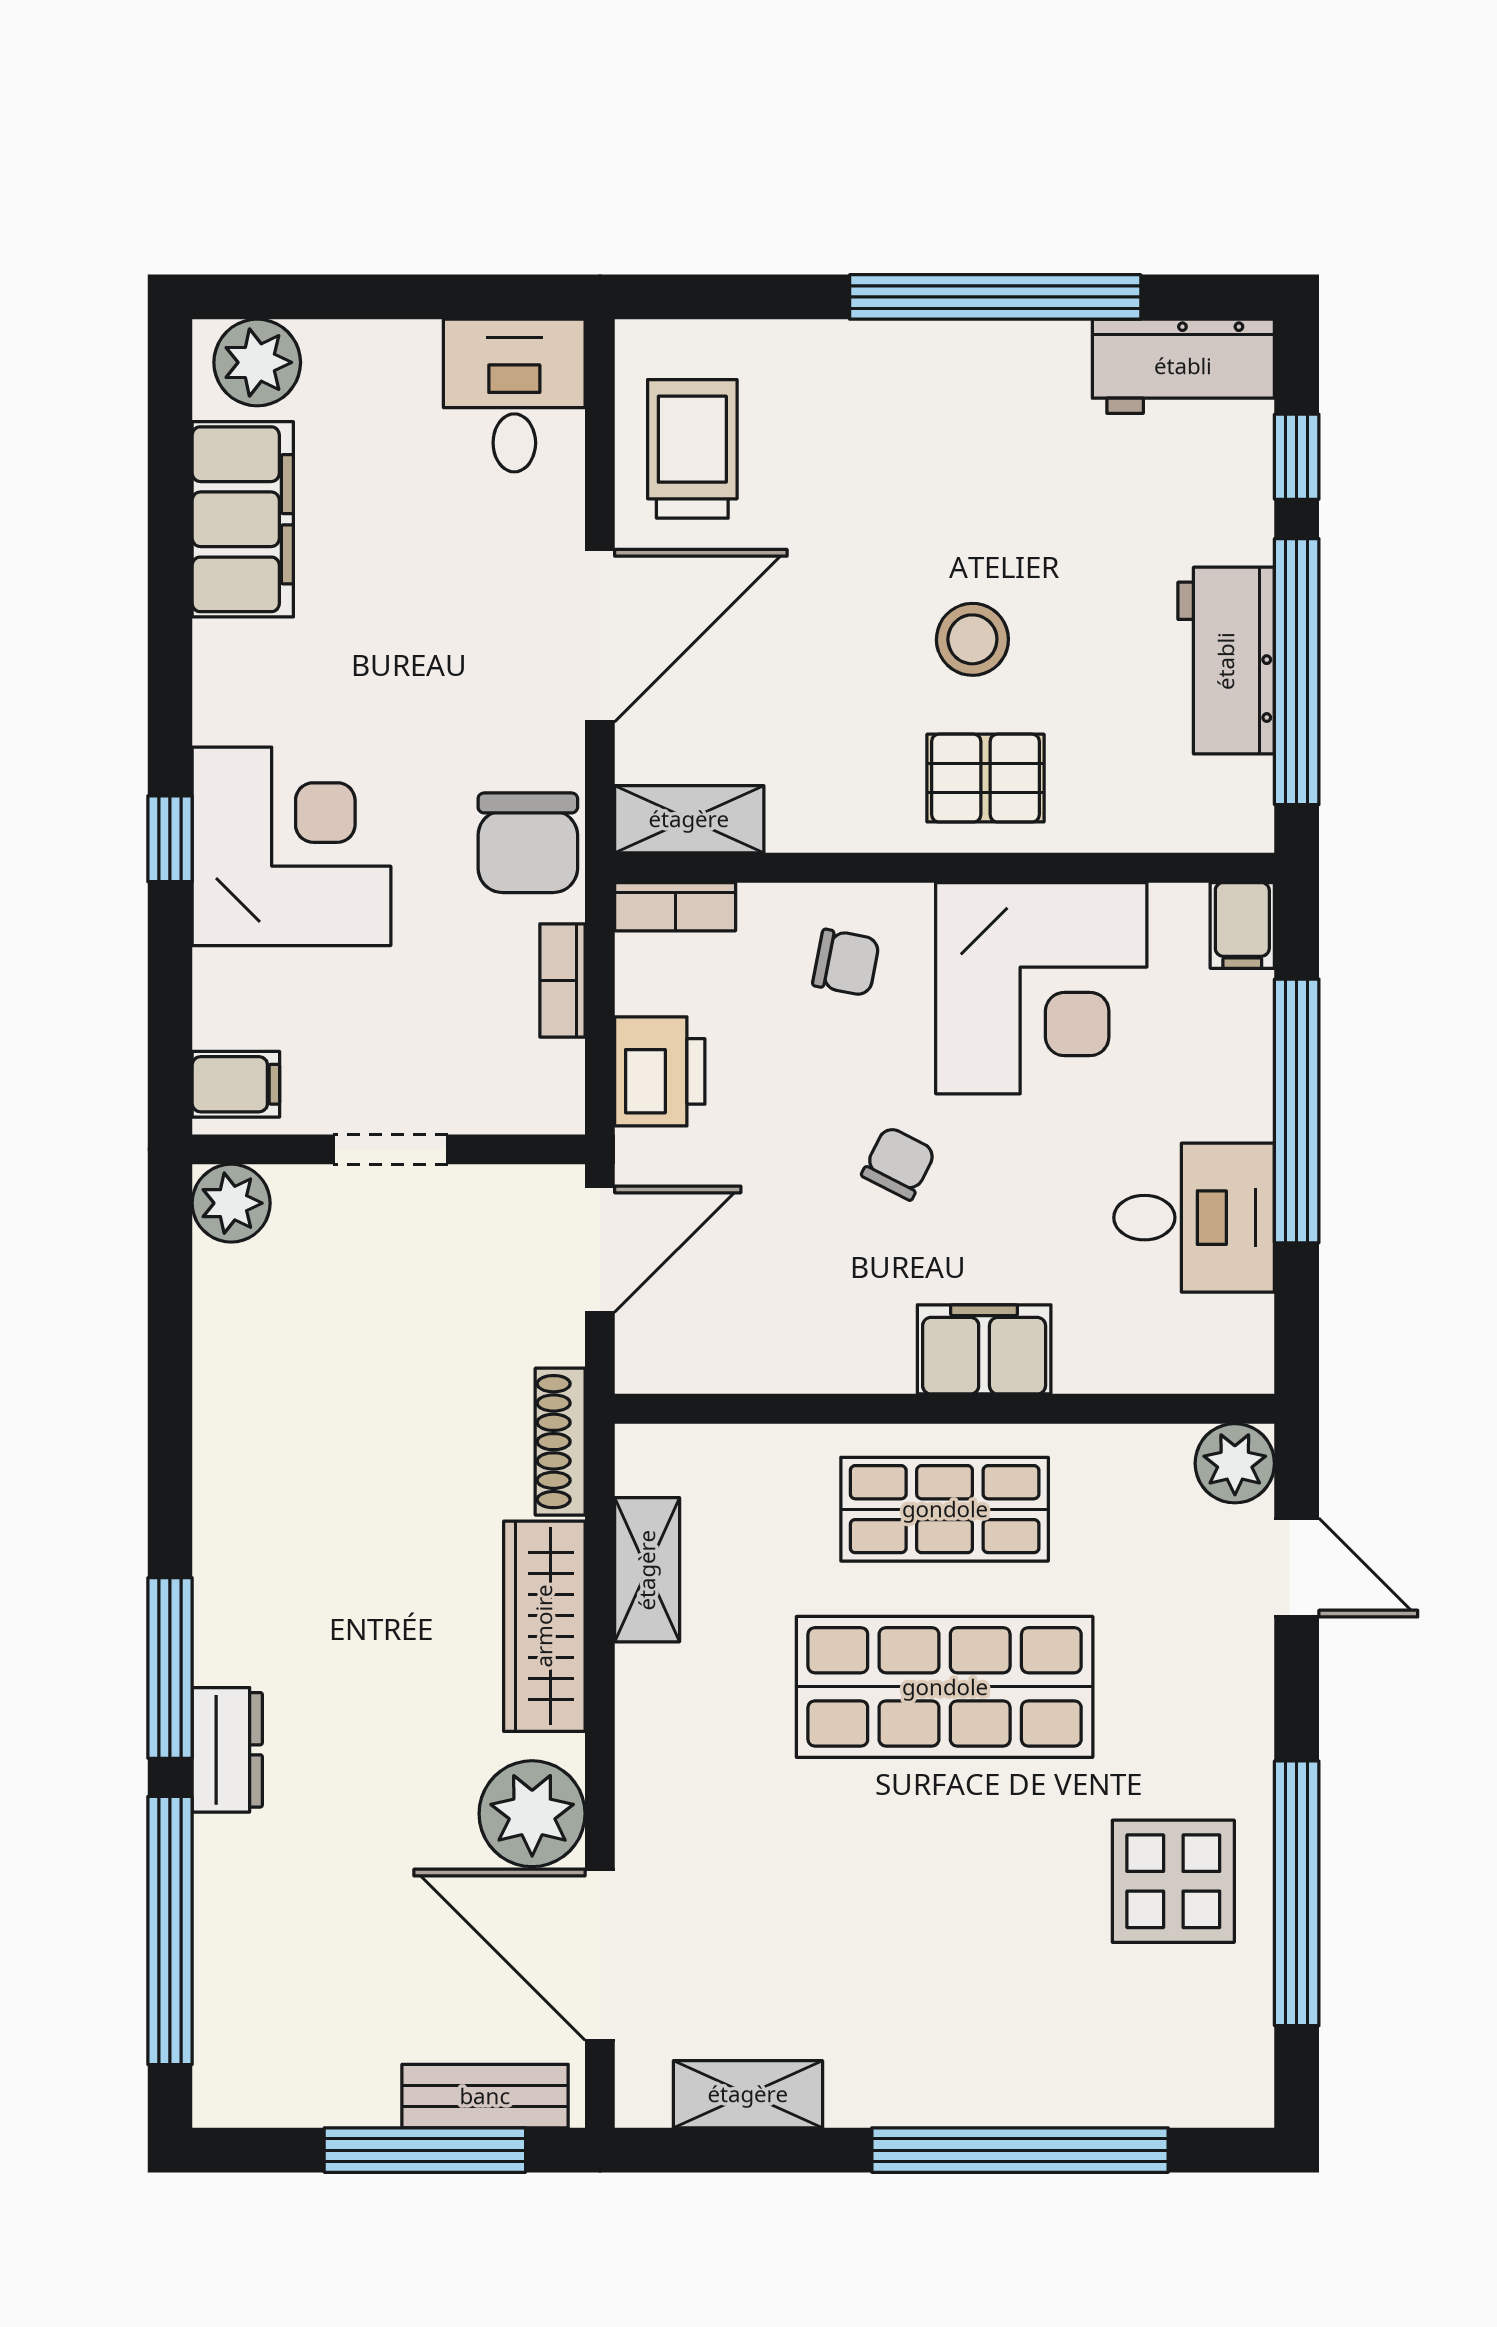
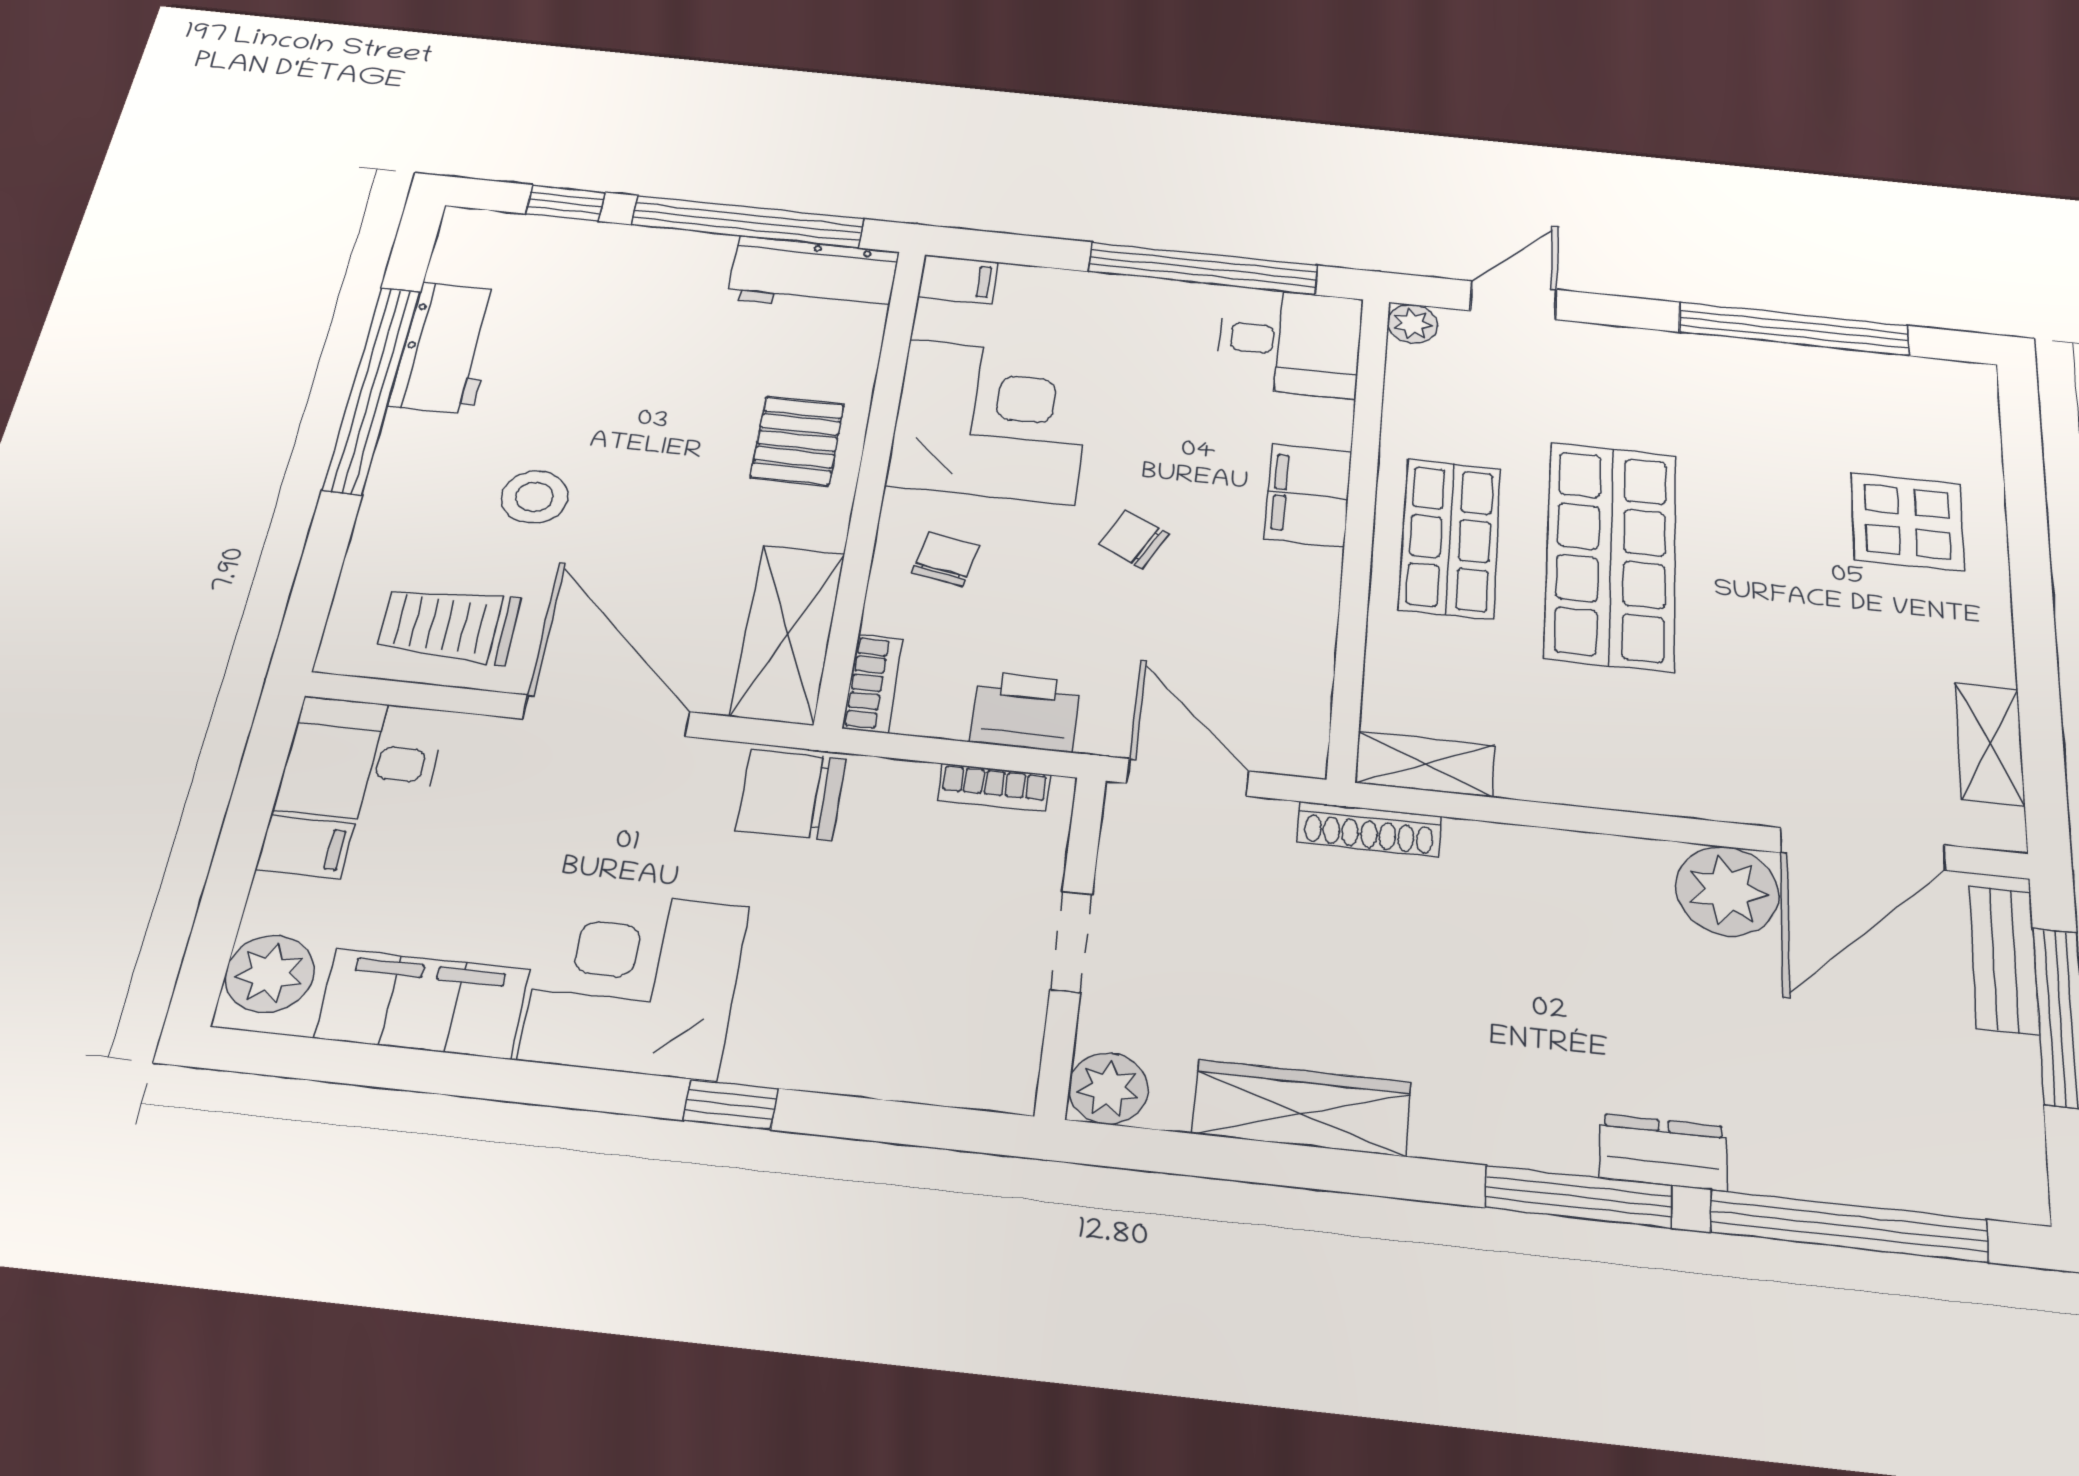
workbench: (1183, 366) -> (446, 348), moved
stool: (972, 639) -> (534, 497), moved
workbench: (1226, 661) -> (813, 275), moved
shelving: (689, 819) -> (788, 634), width x1.50, depth x1.33
chair: (528, 843) -> (791, 795), turned 180
corner desk: (292, 846) -> (635, 982), moved
bookcase: (562, 980) -> (994, 787), moved
filing cabinet: (236, 1084) -> (305, 847), moved, turned 90
window: (1297, 1111) -> (1203, 268), moved
desk: (1194, 1218) -> (1290, 342), moved, turned 90
plant: (1235, 1463) -> (1412, 324), width x0.73, depth x0.73
shelving: (647, 1570) -> (1425, 764), moved
wardrobe: (544, 1626) -> (1302, 1108), moved, turned 180
display table: (1173, 1881) -> (1907, 522), moved
window: (1020, 2150) -> (2029, 544), removed

